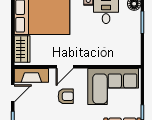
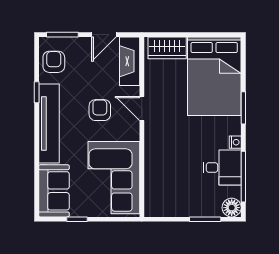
door: (13, 93) -> (104, 35), hinge flipped
armchair: (66, 96) -> (100, 110), turned 180

